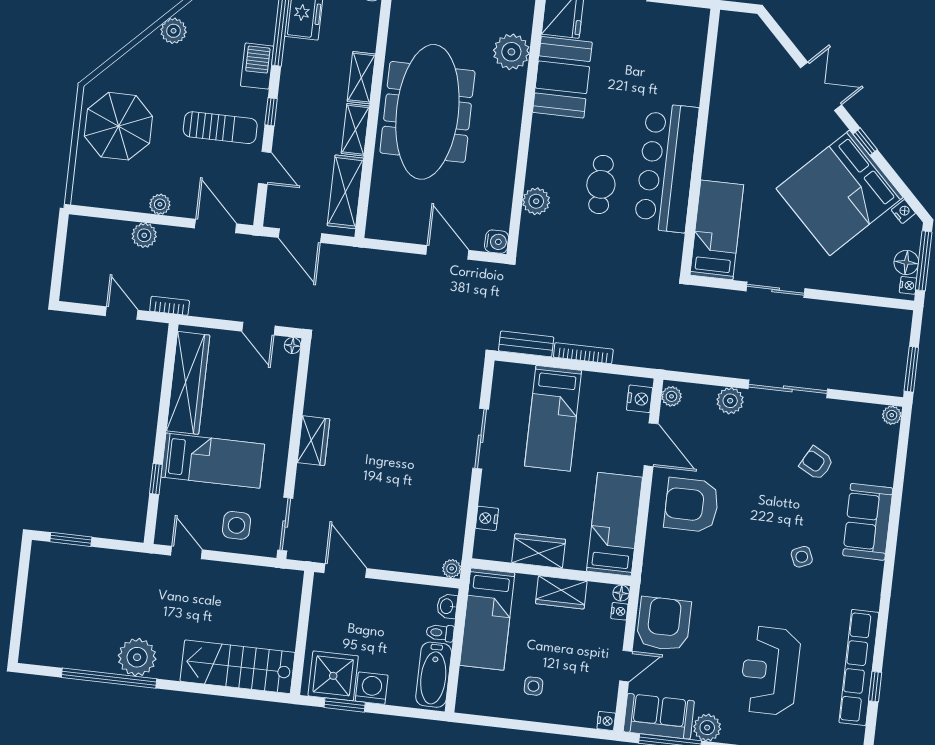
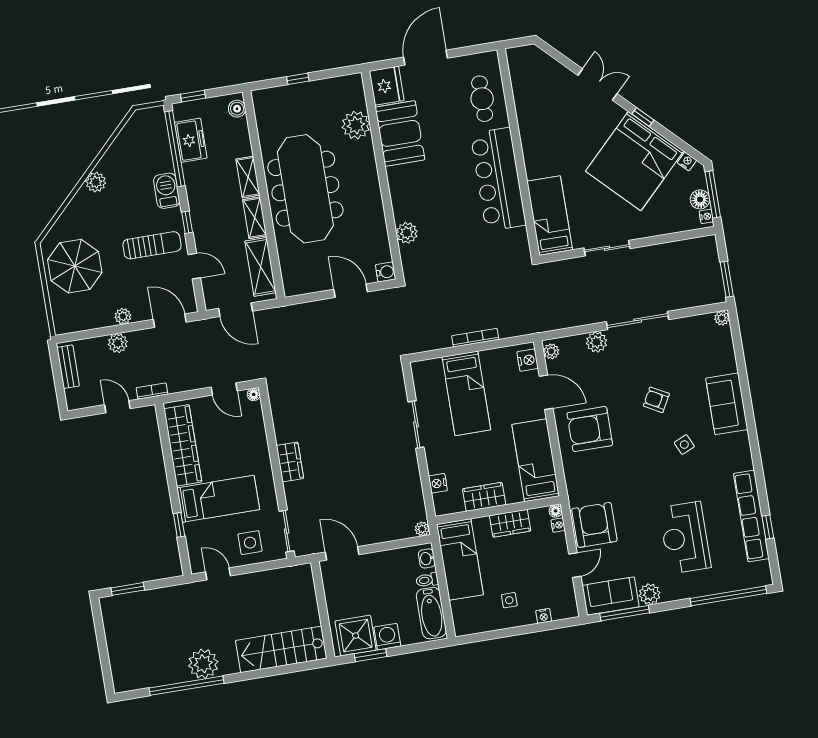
cafe table: (601, 184) -> (482, 99), moved
bench: (526, 344) -> (68, 367), moved, turned 90
armchair: (816, 463) -> (656, 400), moved
nightstand: (606, 721) -> (544, 616), moved, turned 90

